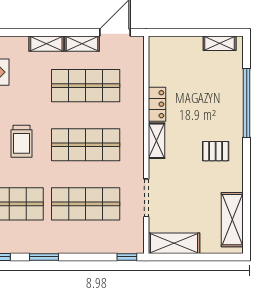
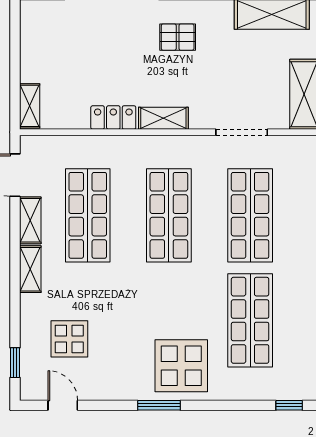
shelving: (220, 43) -> (30, 106), moved
trolley: (22, 141) -> (164, 303), removed
pallet: (216, 151) -> (178, 37), turned 90

